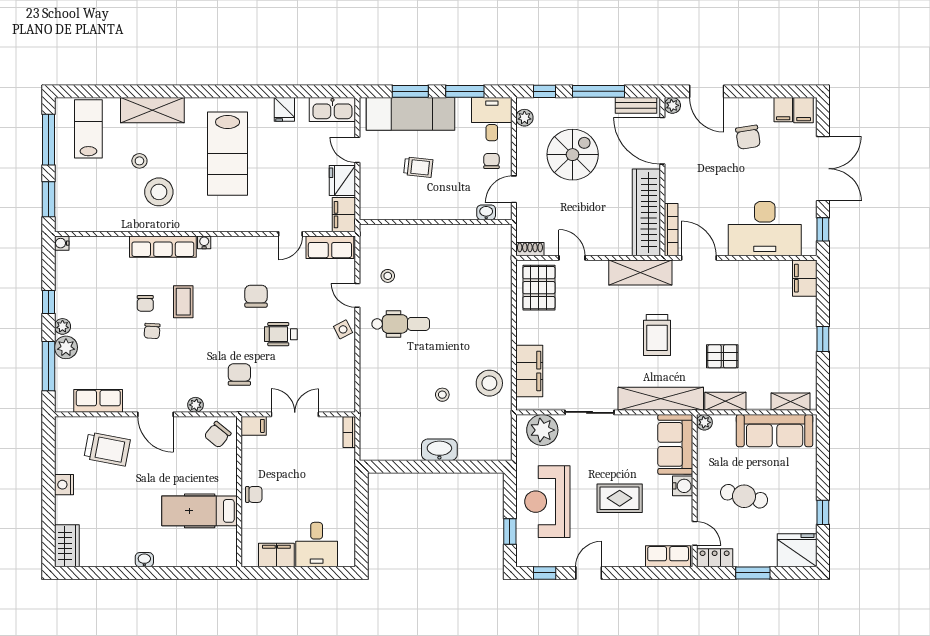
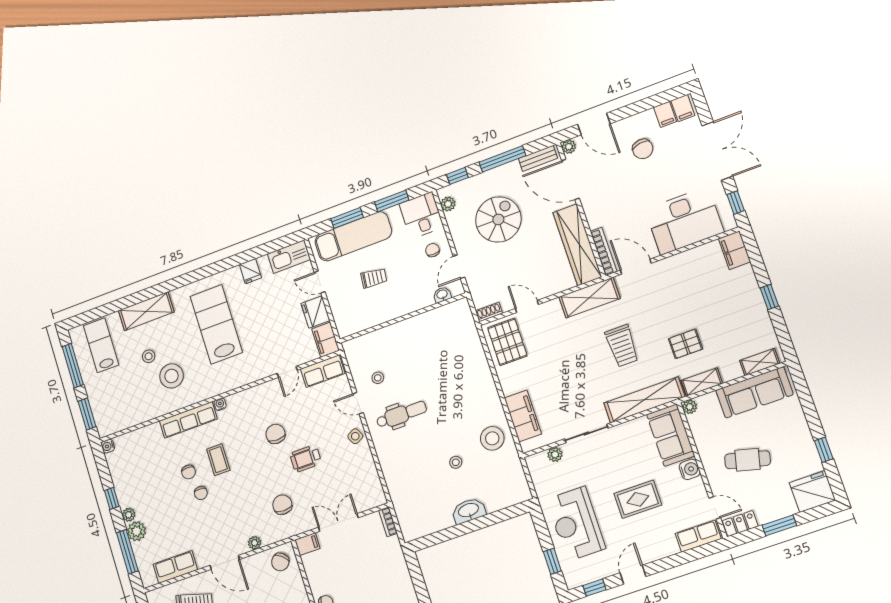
lab bench: (228, 154) -> (216, 324), turned 180
plant: (542, 430) -> (555, 454), width x0.53, depth x0.53

